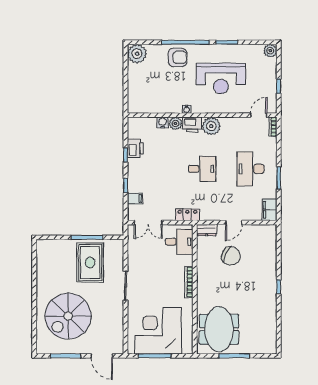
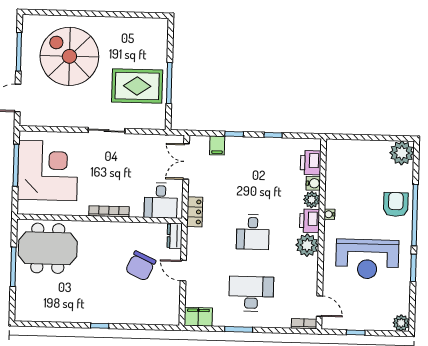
armchair: (178, 57) -> (396, 204), turned 180
reception desk: (221, 79) -> (367, 259), turned -90
printer: (135, 148) -> (311, 163), moved, turned 90

